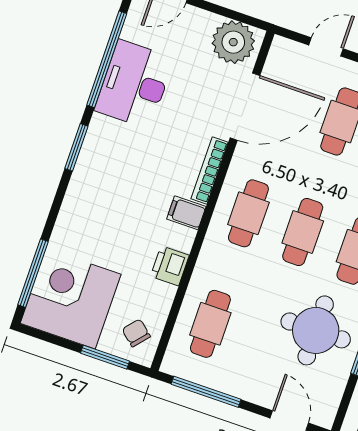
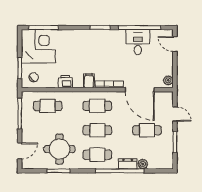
plant: (233, 42) -> (168, 80), width x0.53, depth x0.53
desk: (134, 84) -> (138, 42), width x0.73

